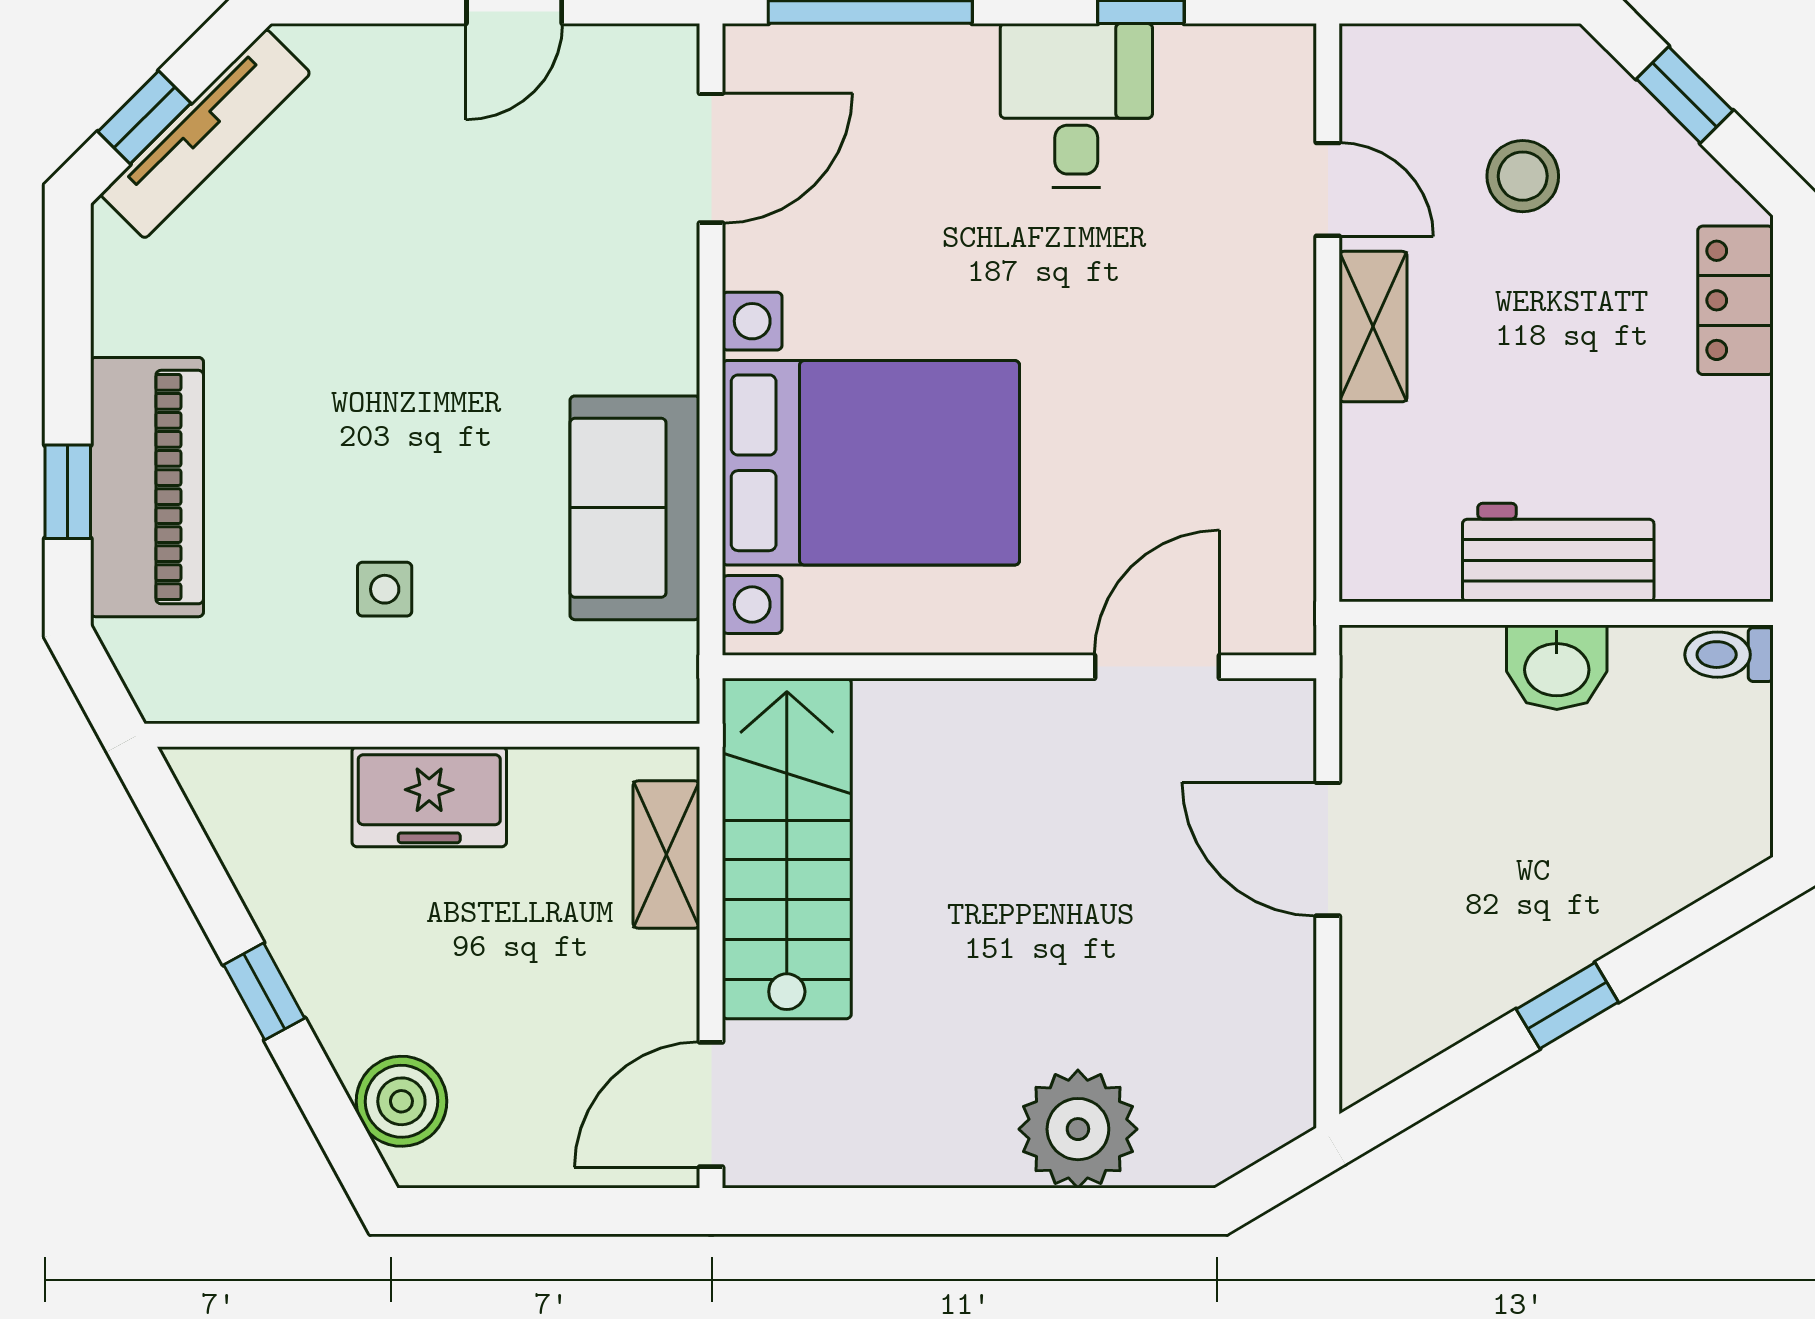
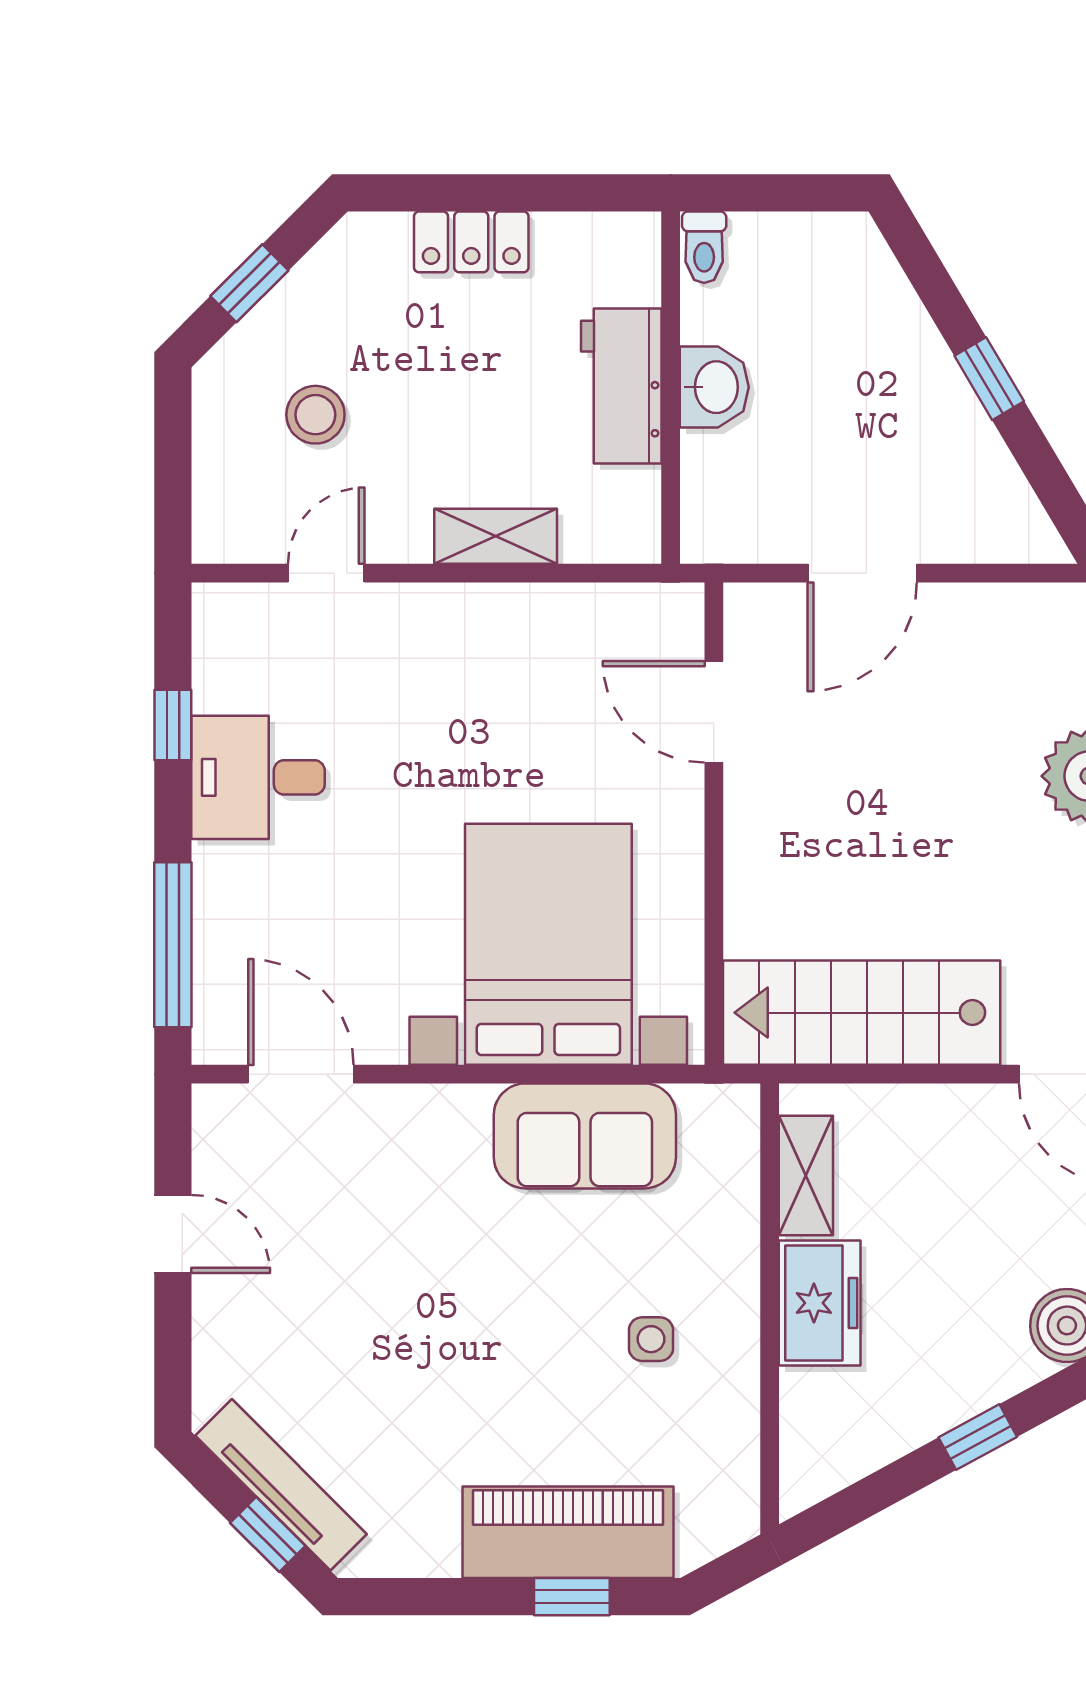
locker: (1736, 300) -> (471, 242), moved
shelving: (1373, 327) -> (496, 536), moved
shelving: (666, 855) -> (806, 1175), moved, turned 90

